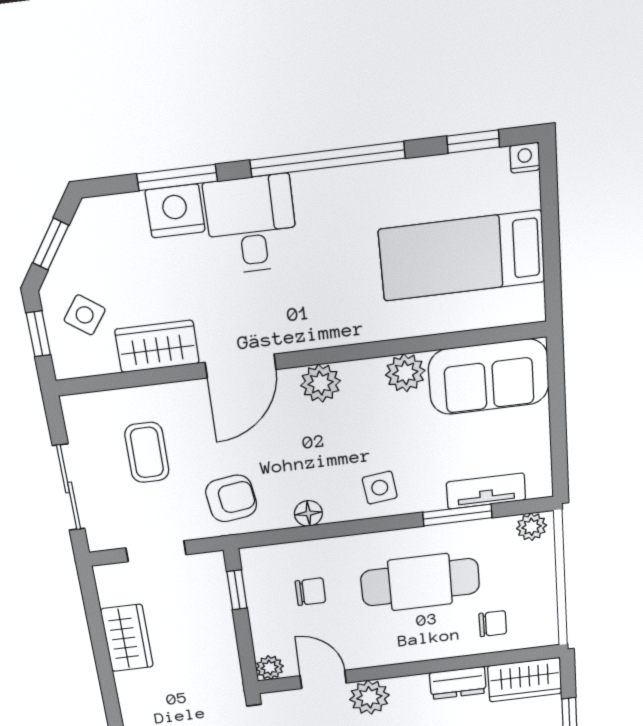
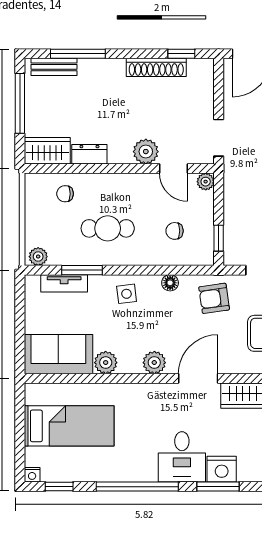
cafe table: (420, 582) -> (108, 228), width x0.73, depth x0.74

